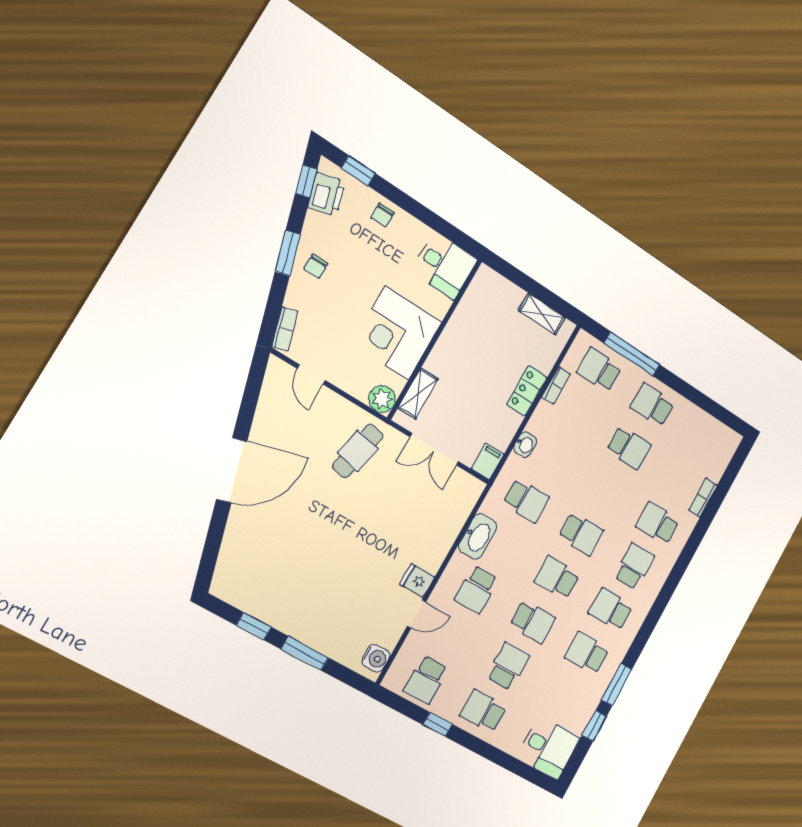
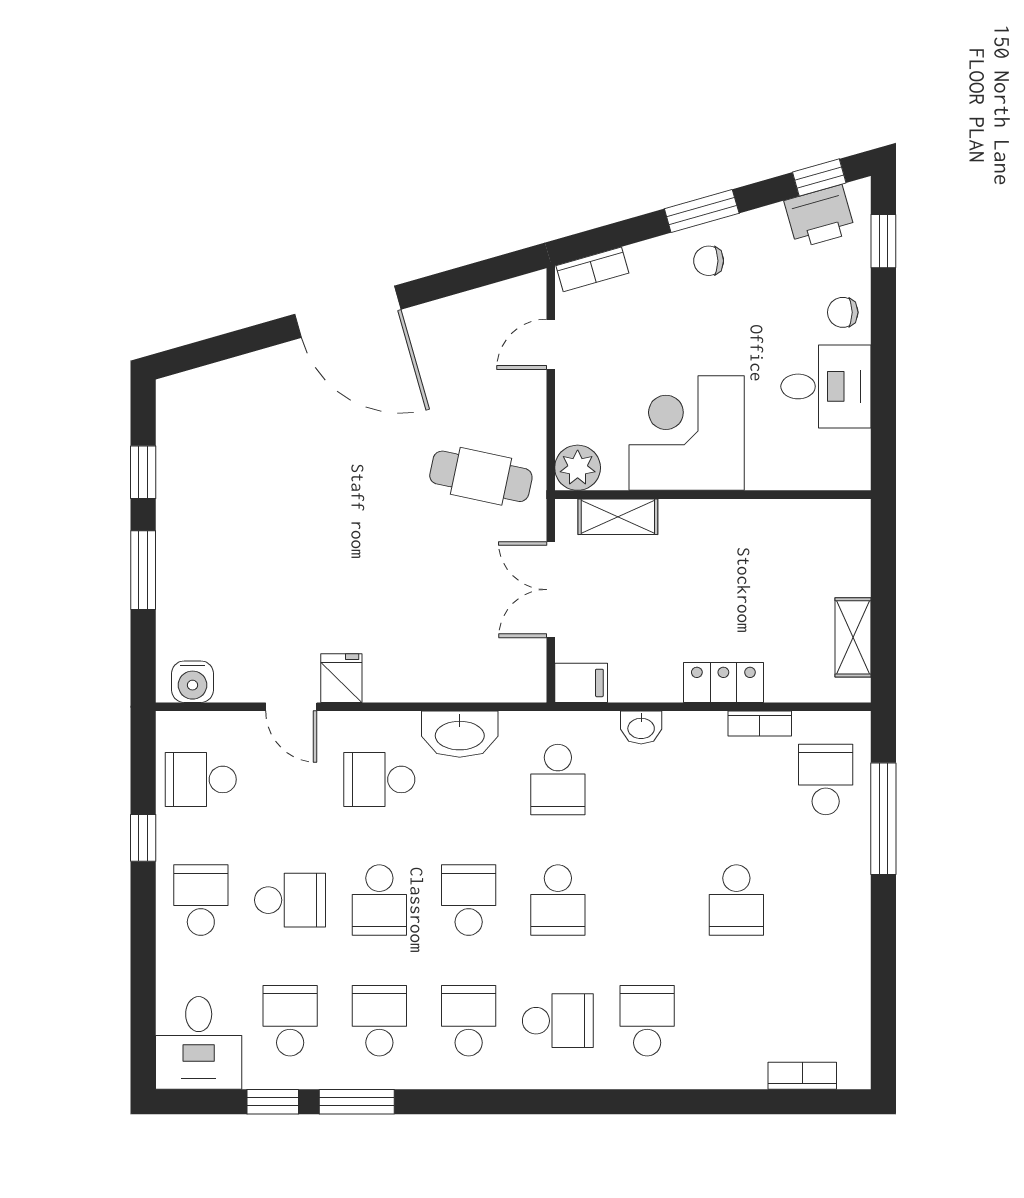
desk: (444, 266) -> (826, 386), moved, turned -90
school desk: (652, 405) -> (290, 1021), moved
bookcase: (703, 497) -> (802, 1076), moved

